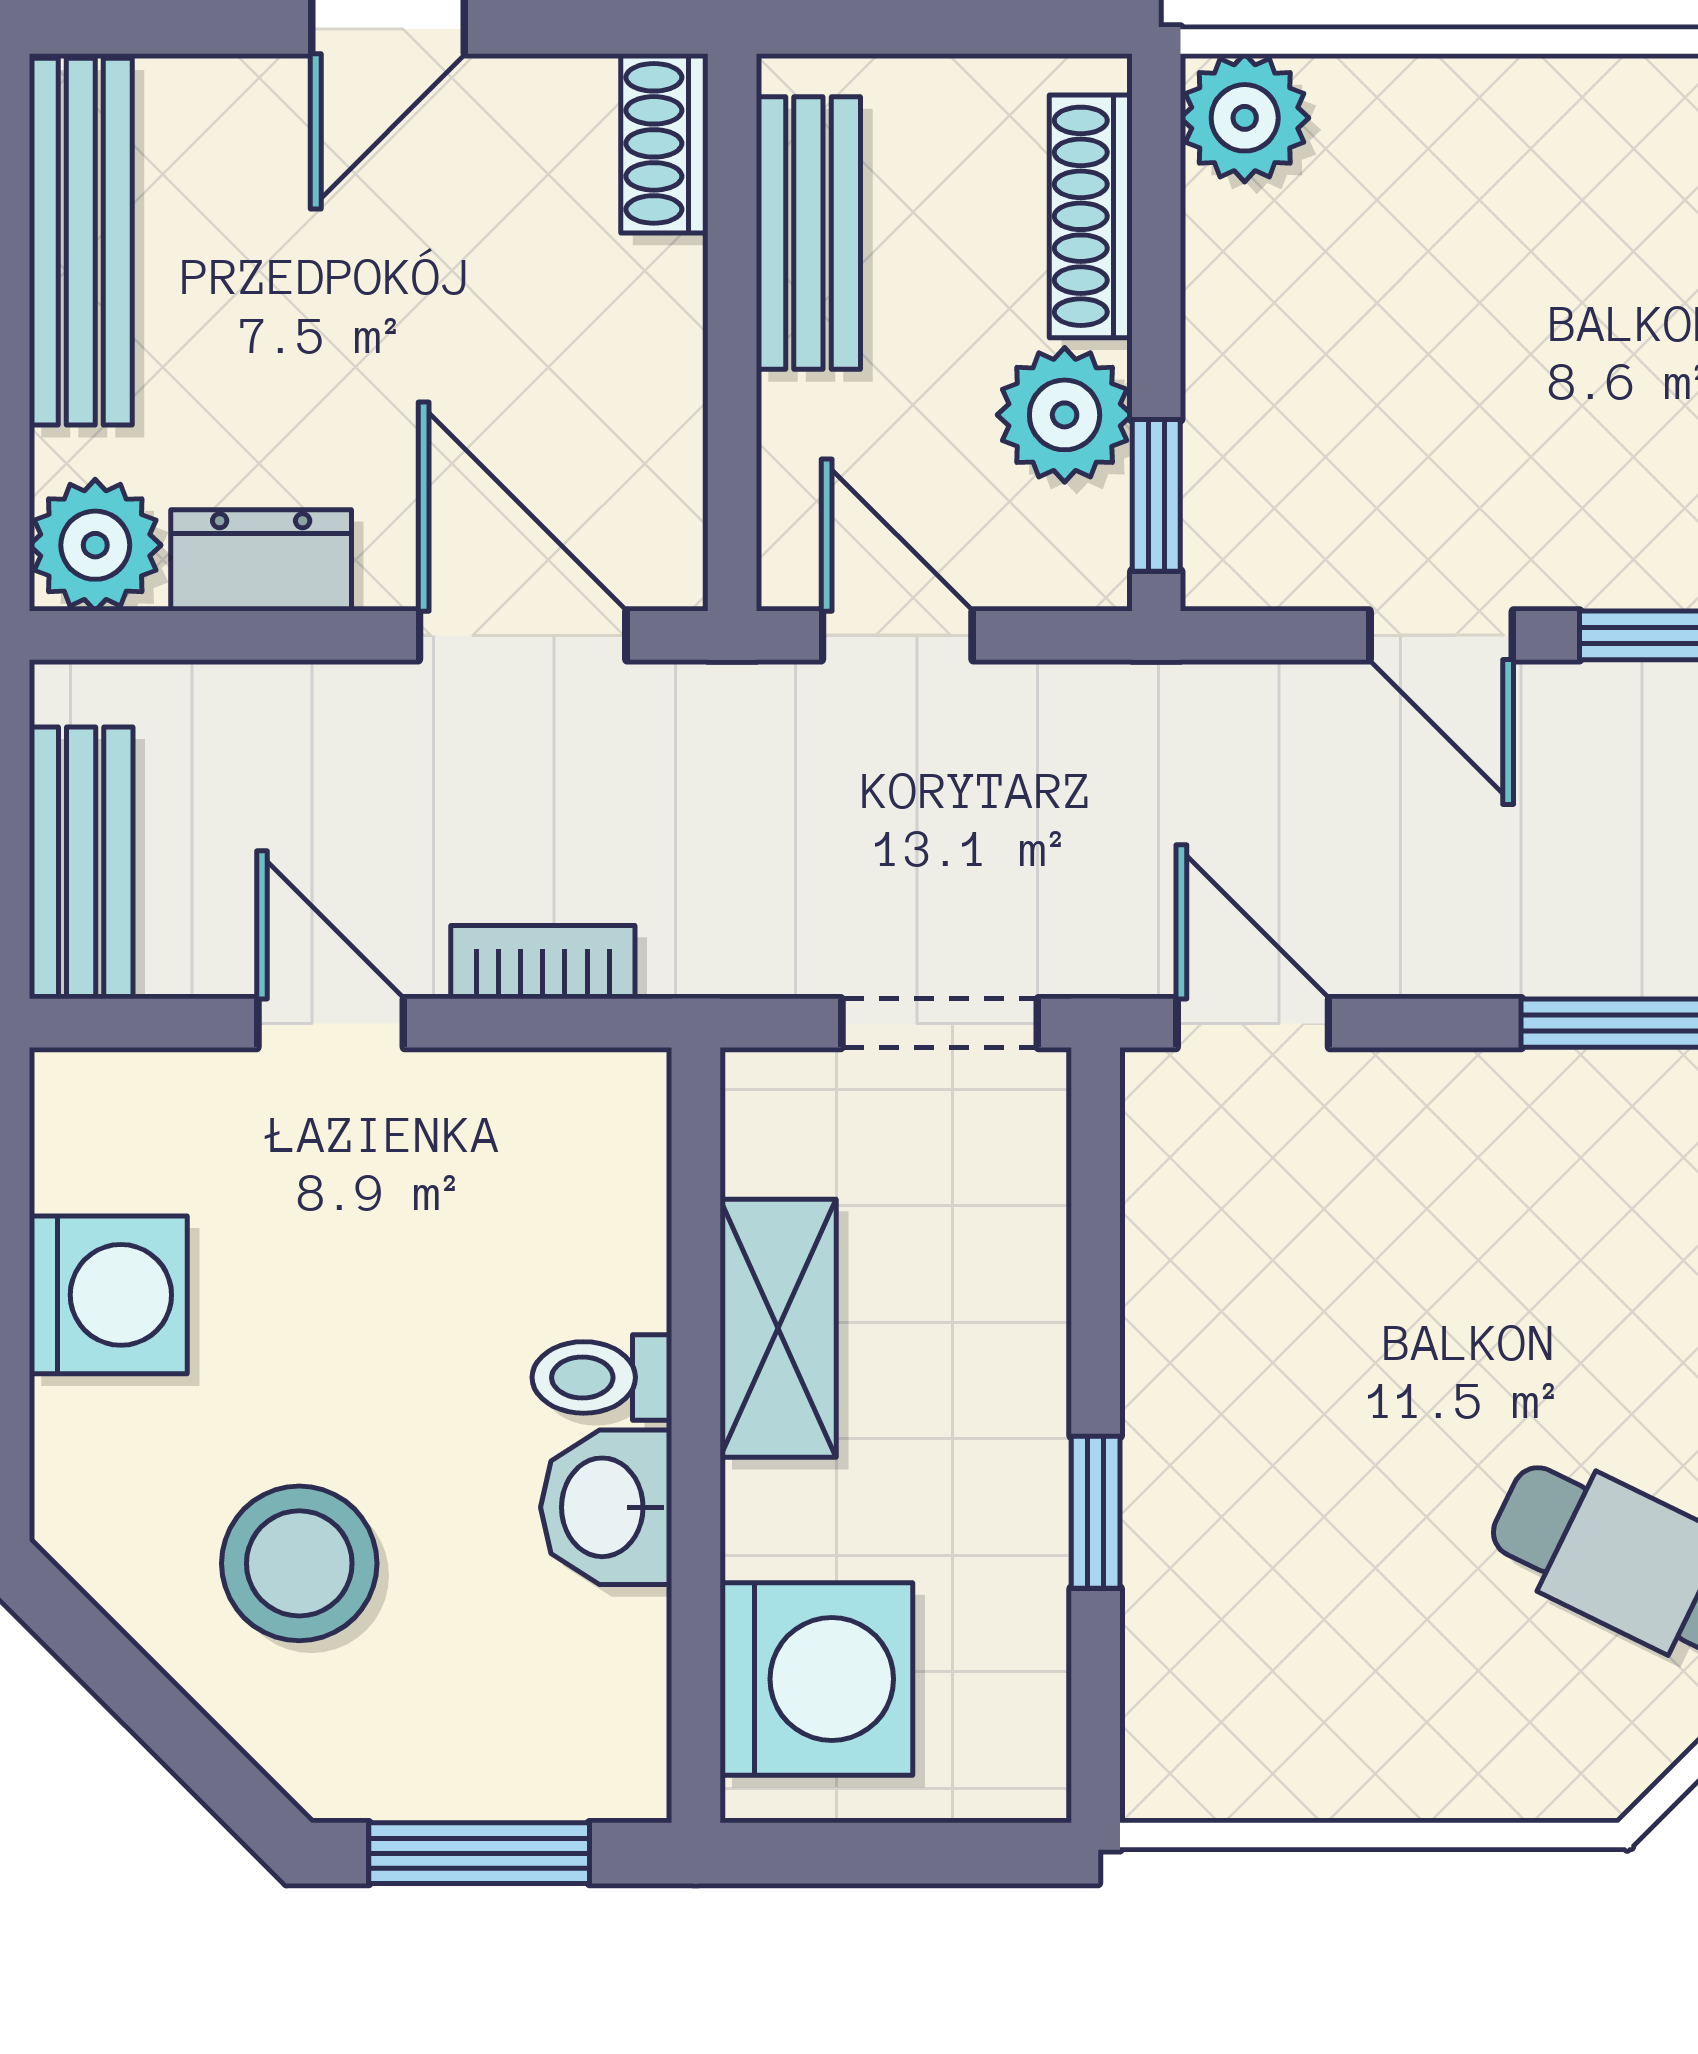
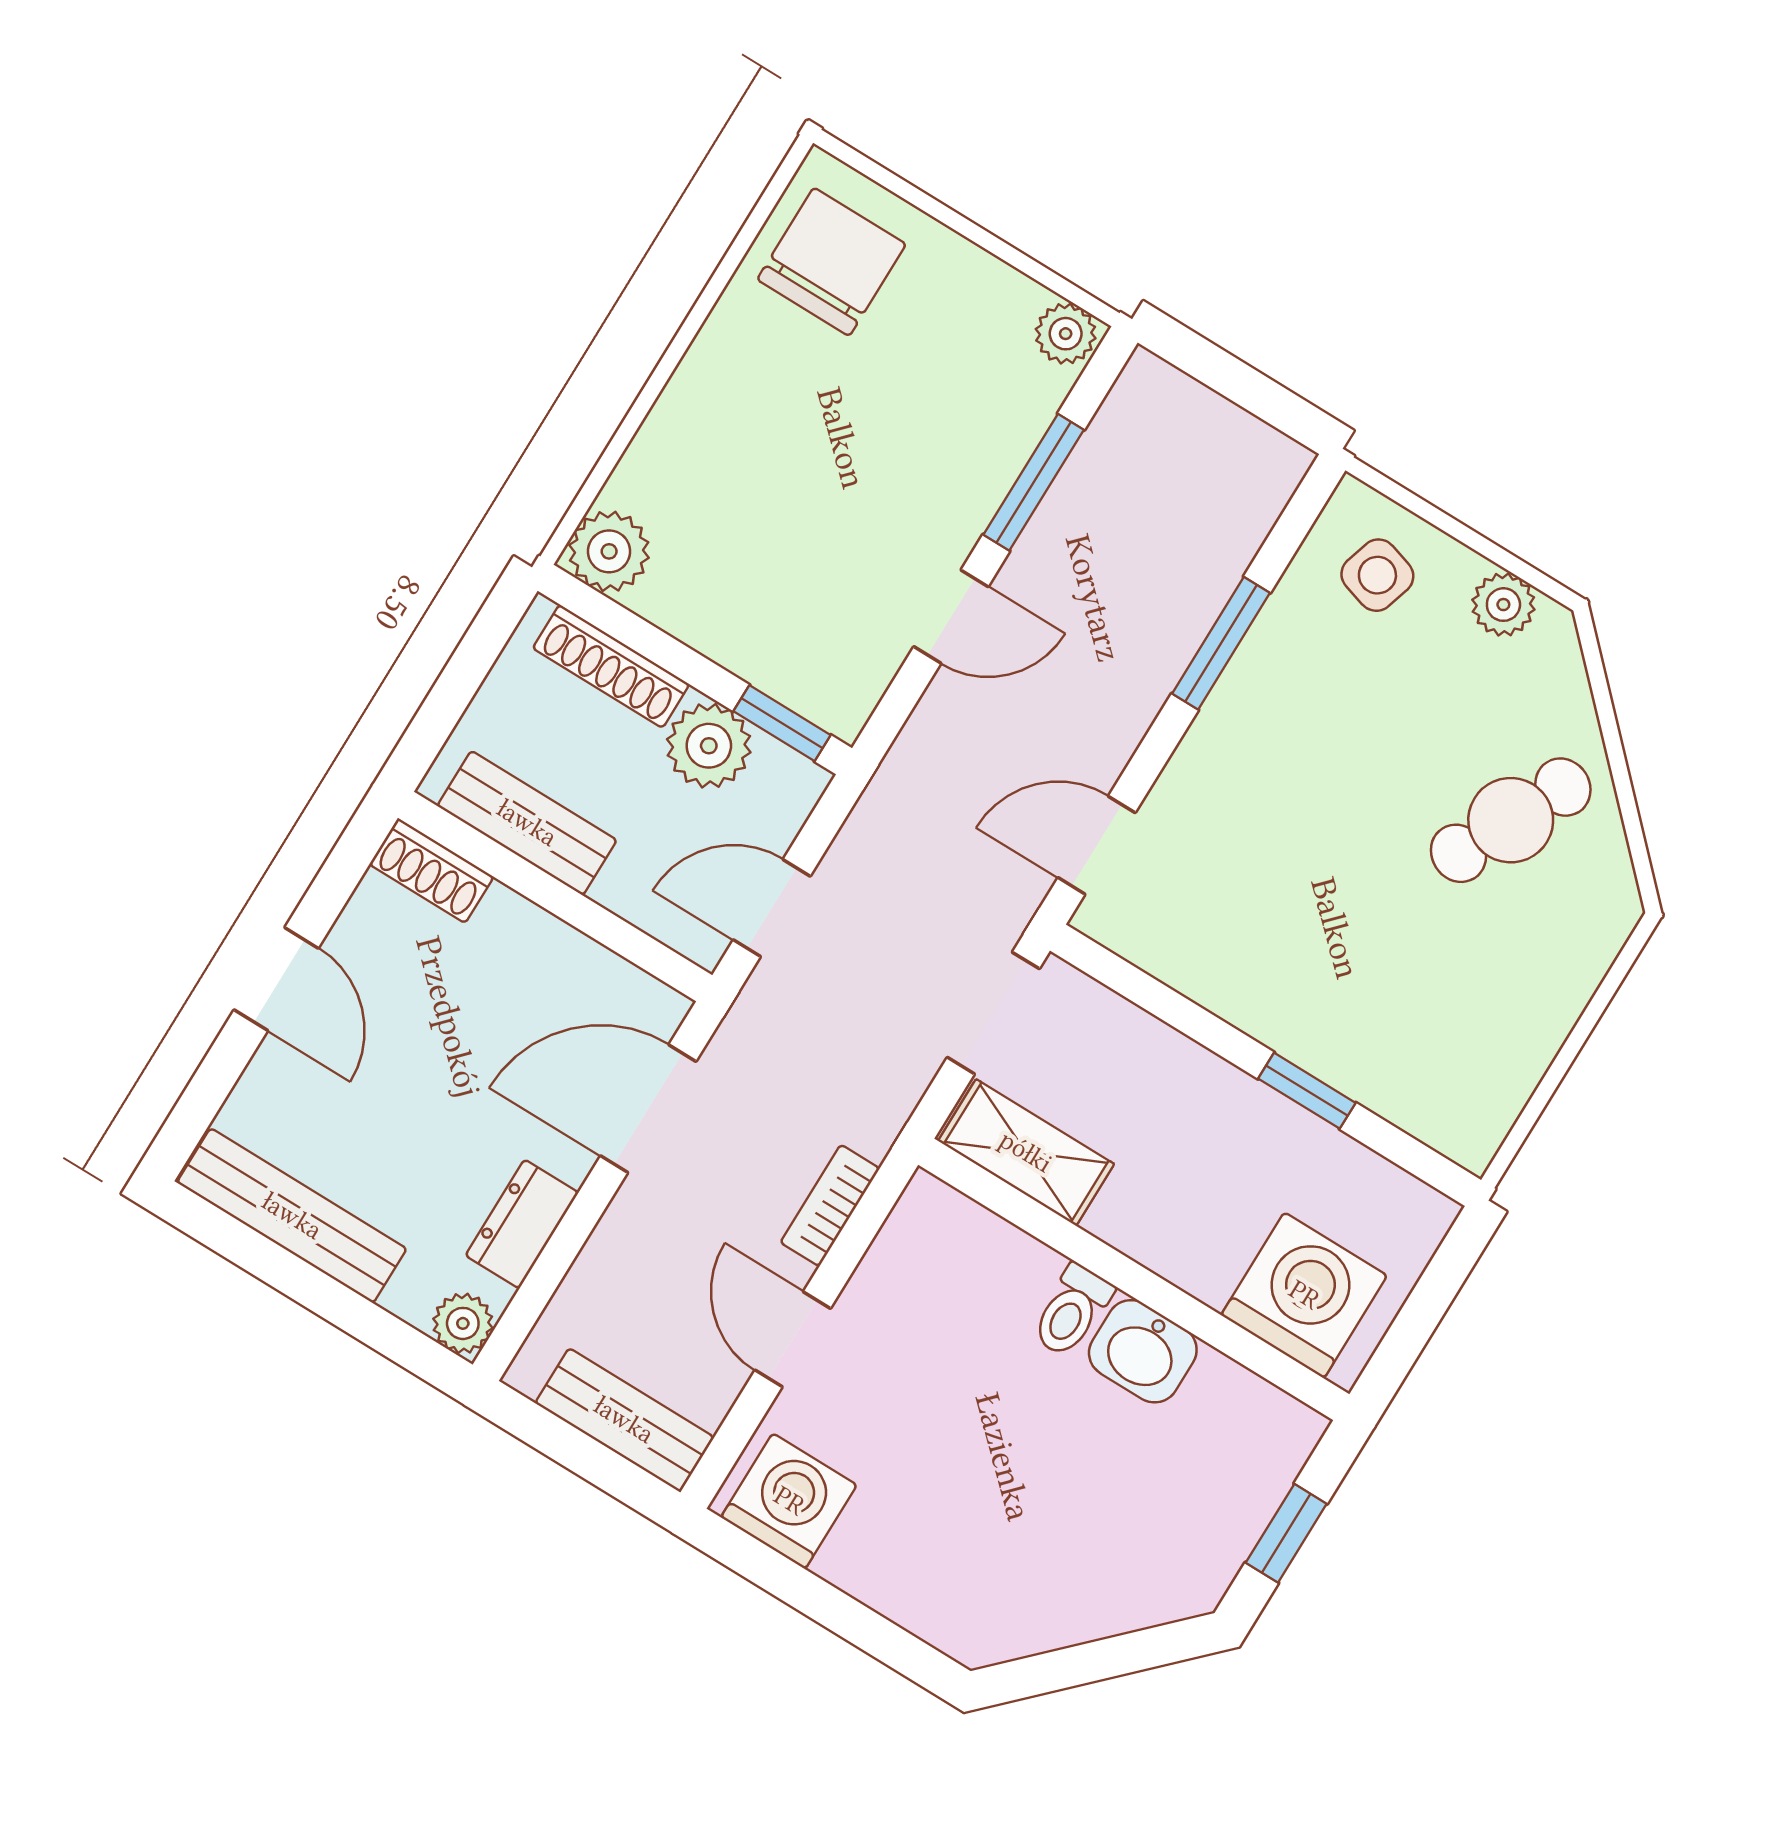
plant: (95, 545) -> (463, 1323), width x0.73, depth x0.73
door: (331, 1023) -> (793, 1339), hinge flipped
washing machine: (108, 1295) -> (789, 1501), moved
shelving: (778, 1328) -> (1026, 1152), moved
stool: (299, 1563) -> (1072, 1534), removed
window: (479, 1853) -> (1286, 1533), width x0.67

